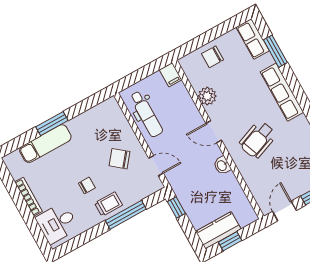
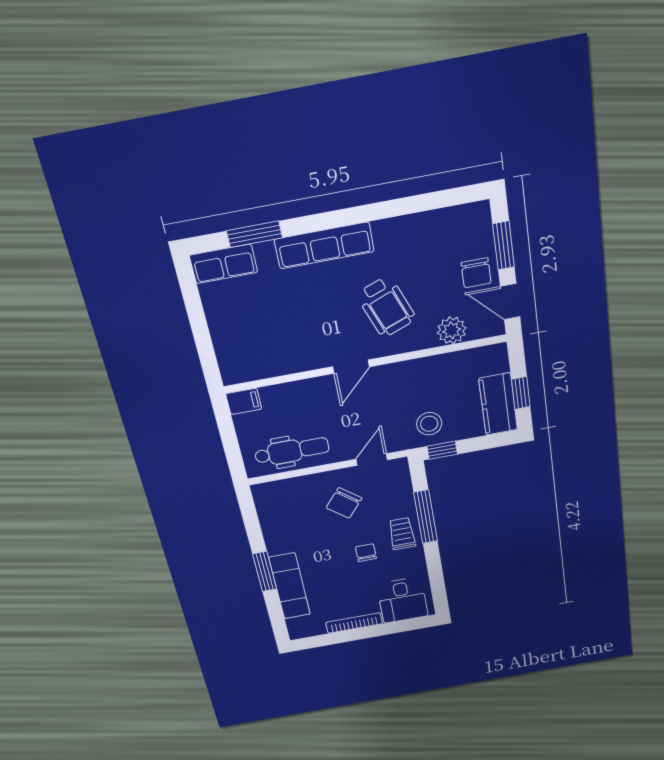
chair: (213, 57) -> (476, 273), moved
plant: (207, 96) -> (452, 330), moved
washbasin: (222, 165) -> (406, 370), removed
stool: (192, 193) -> (429, 424), added

